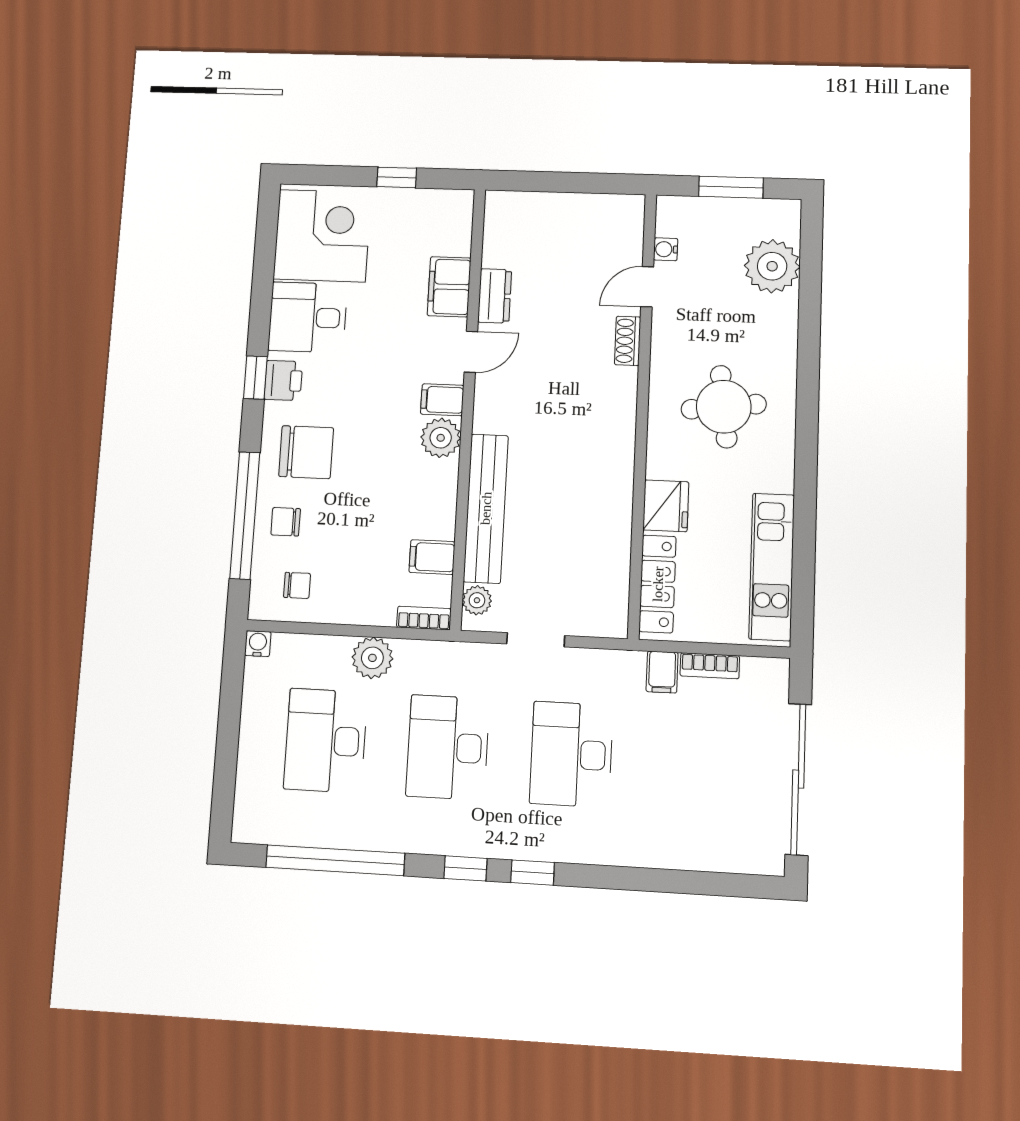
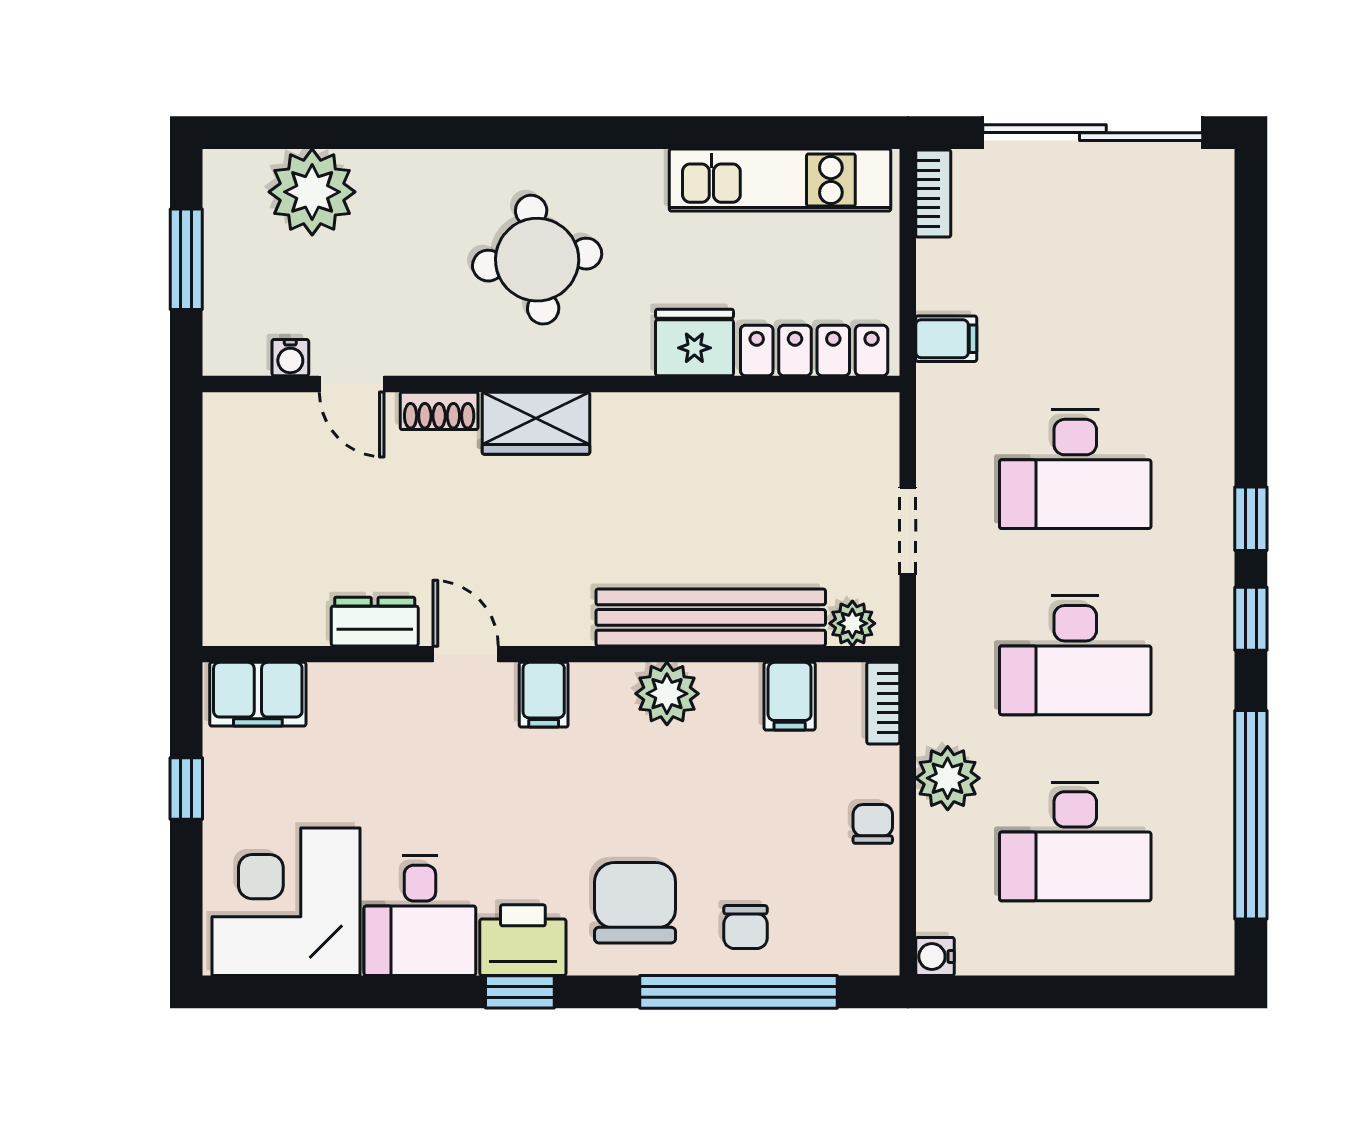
filing cabinet: (449, 287) -> (258, 694), moved
printer: (283, 380) -> (523, 940), width x1.36, depth x1.24
wardrobe: (617, 402) -> (536, 423), added
plant: (441, 438) -> (667, 694), moved
chair: (297, 585) -> (873, 824), moved
bookcase: (710, 666) -> (933, 193), moved

